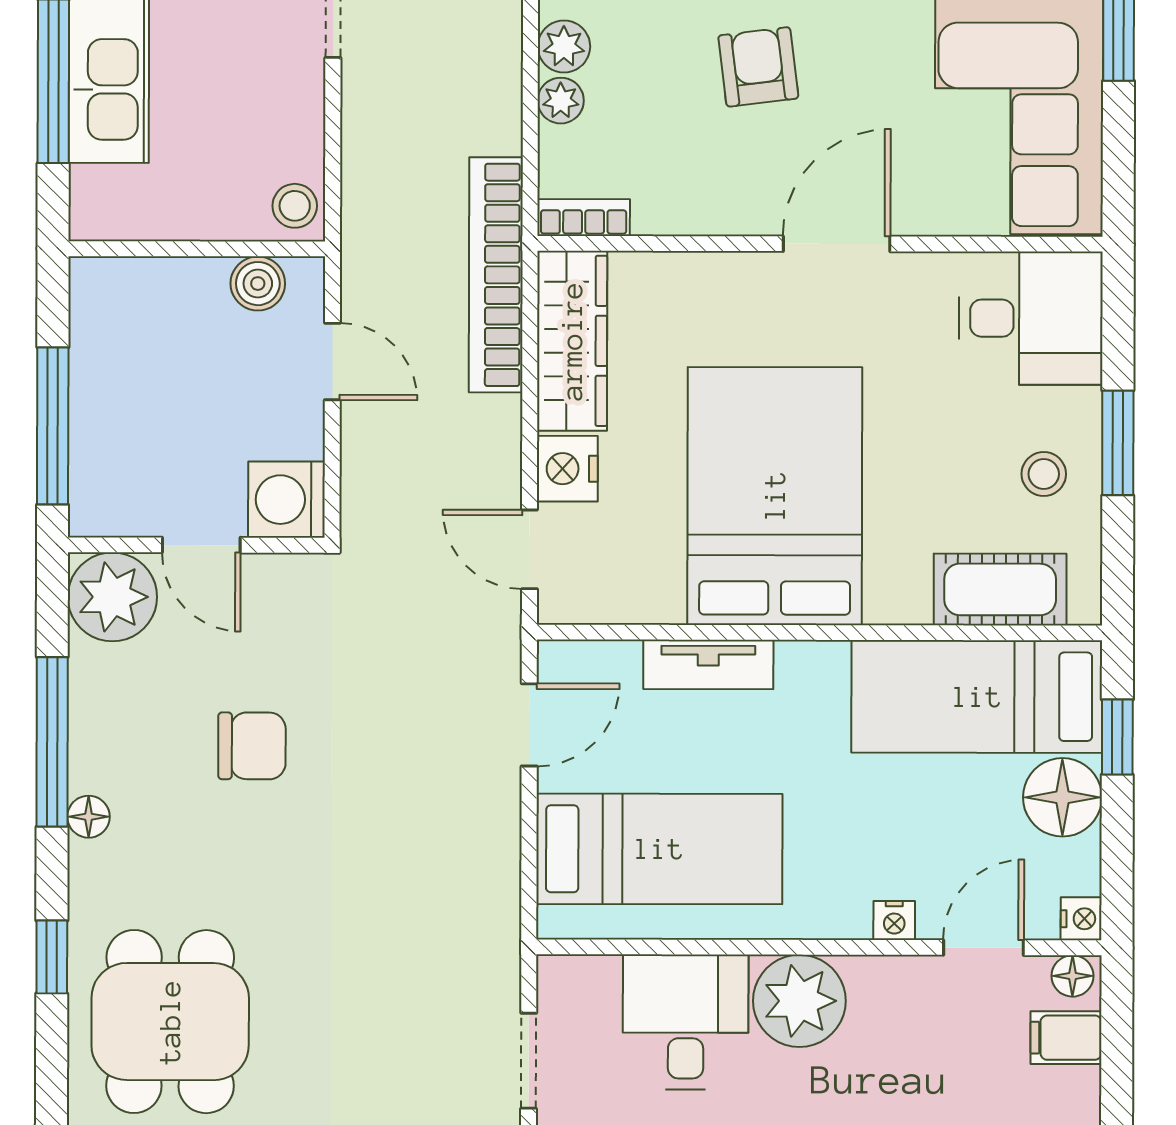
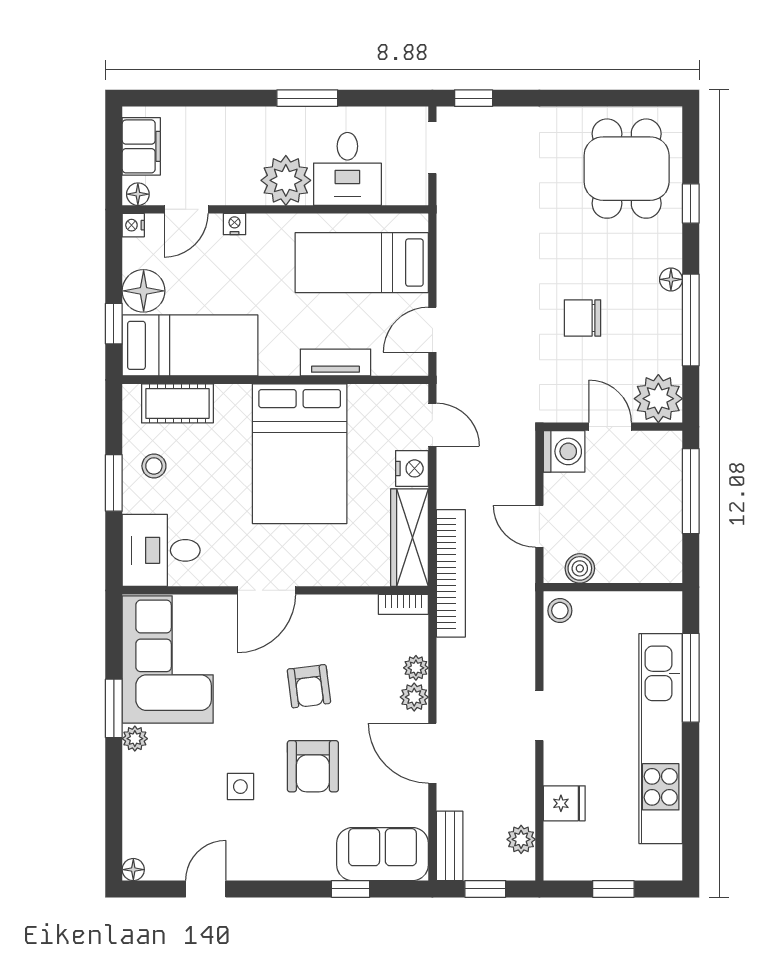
filing cabinet: (1066, 1038) -> (141, 146), width x2.00

